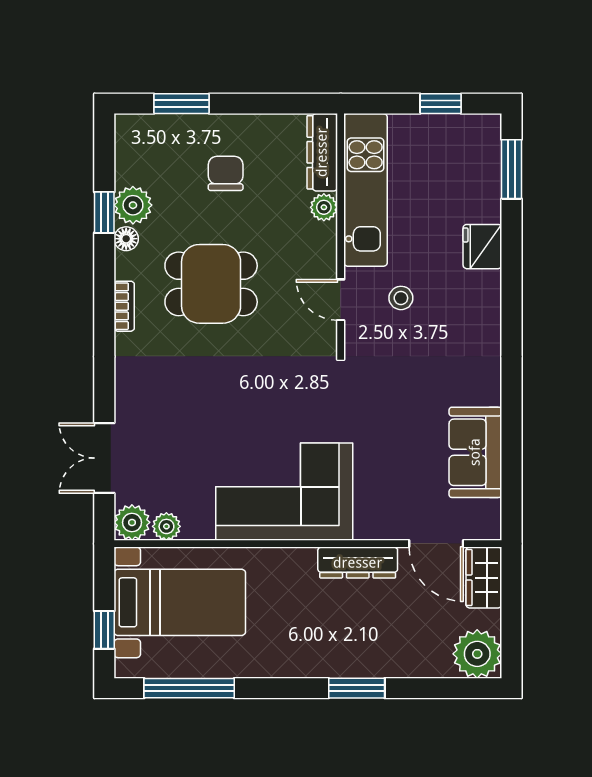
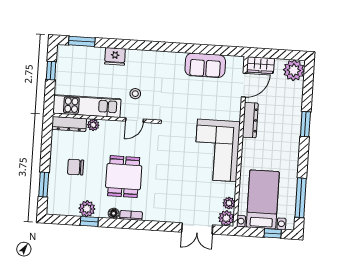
floor lamp: (126, 239) -> (114, 213), moved

